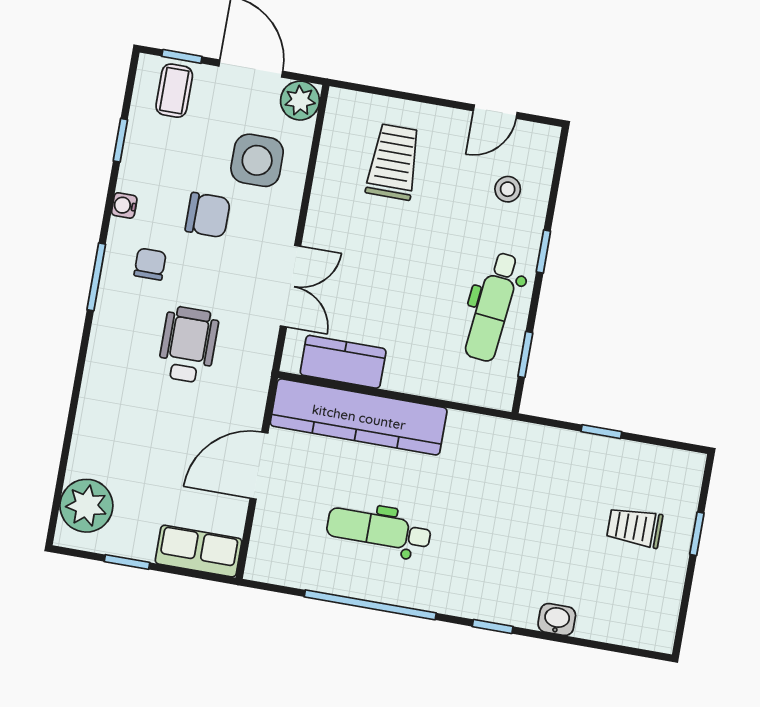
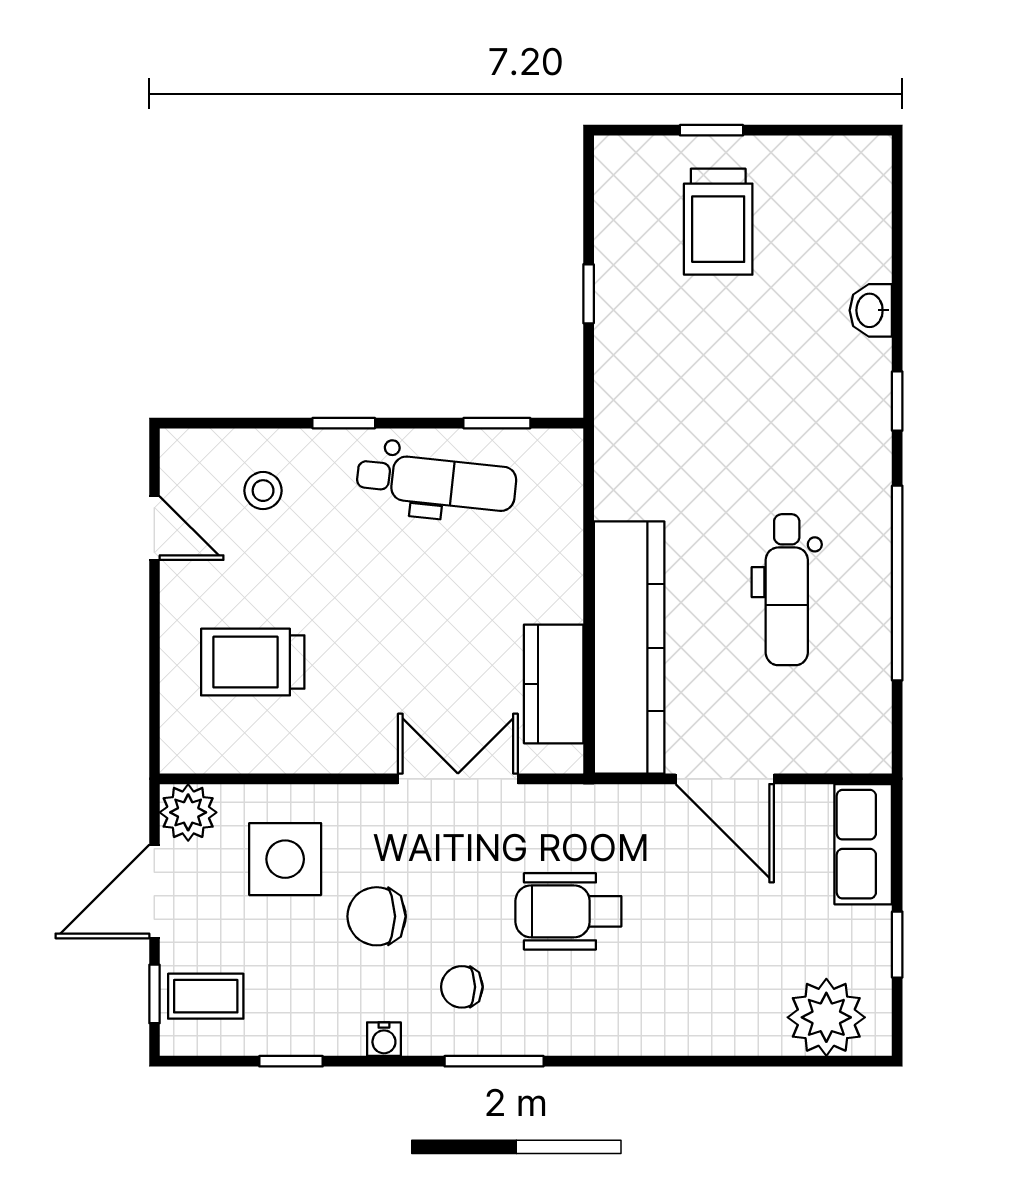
chair: (208, 215) -> (377, 916), turned -90
trolley: (635, 527) -> (718, 222), width x1.36, depth x1.39

